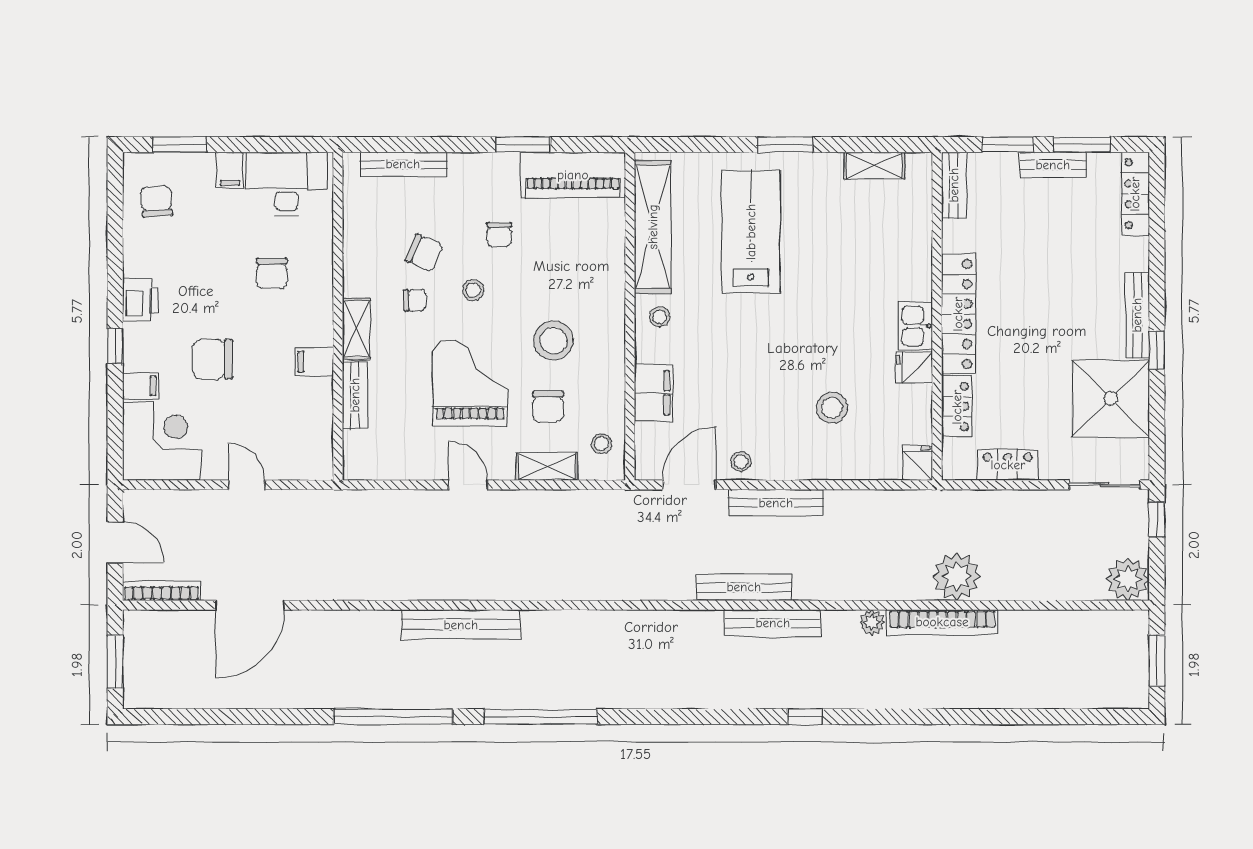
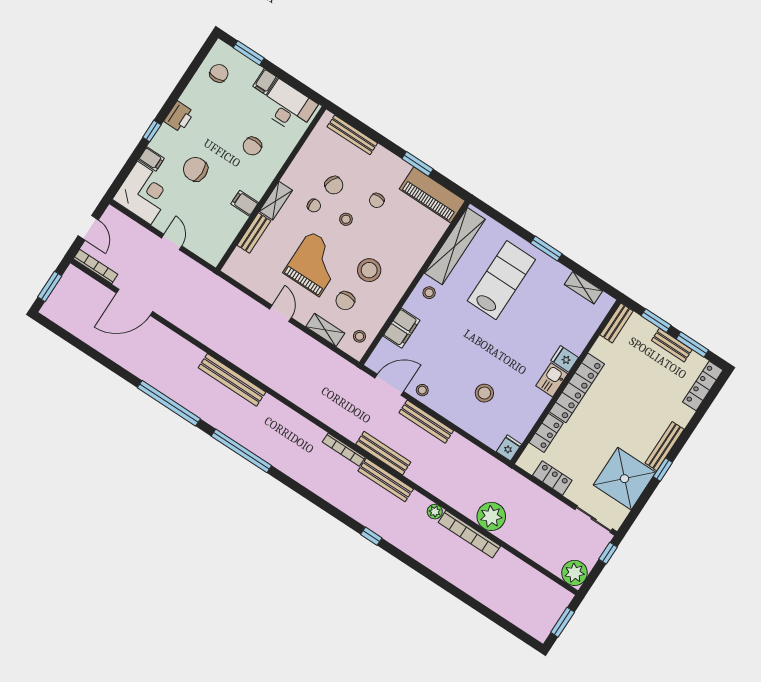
fridge: (914, 368) -> (565, 359), moved
bookcase: (685, 619) -> (344, 450), added

